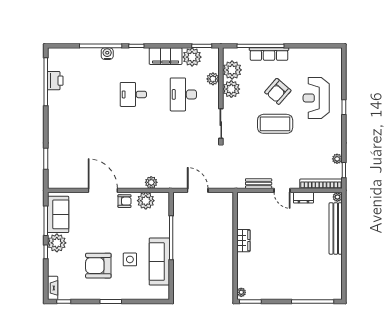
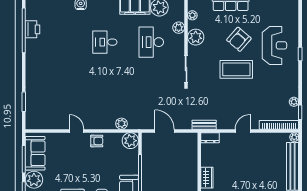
plant: (232, 70) -> (192, 15), width x0.53, depth x0.53
reception desk: (316, 98) -> (274, 45), turned 180
bench: (259, 184) -> (204, 125), moved
door: (103, 190) -> (77, 131), width x0.53
door: (282, 190) -> (243, 131), swing flipped
dresser: (303, 198) -> (210, 138), moved
plant: (146, 201) -> (130, 141), moved

